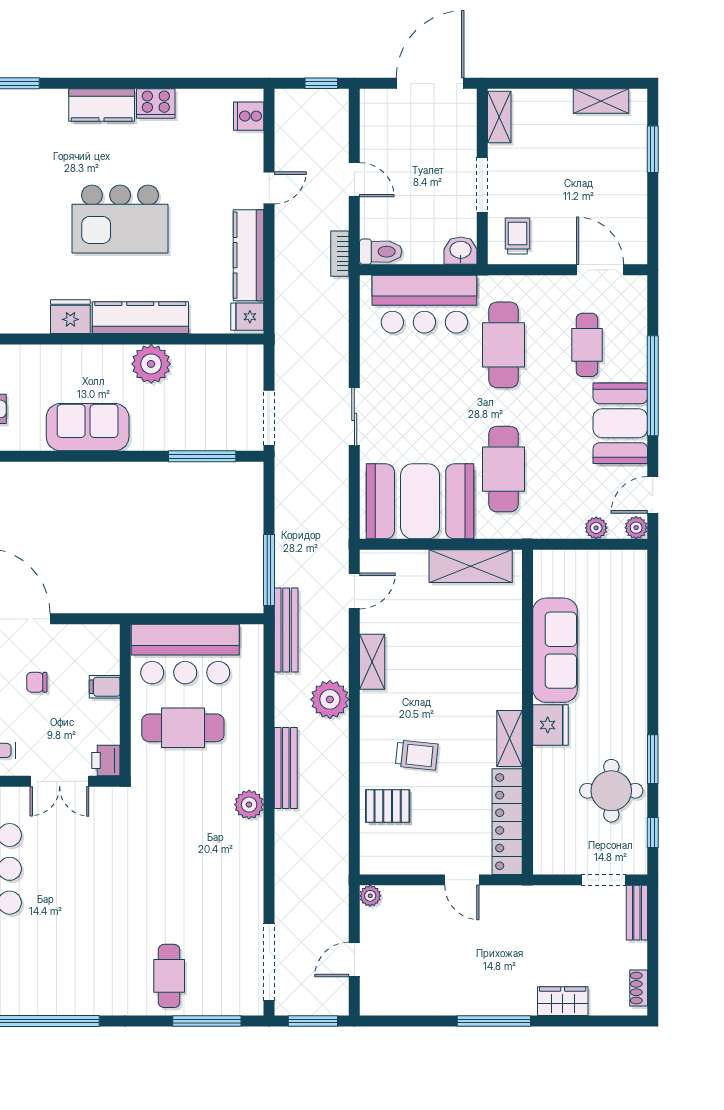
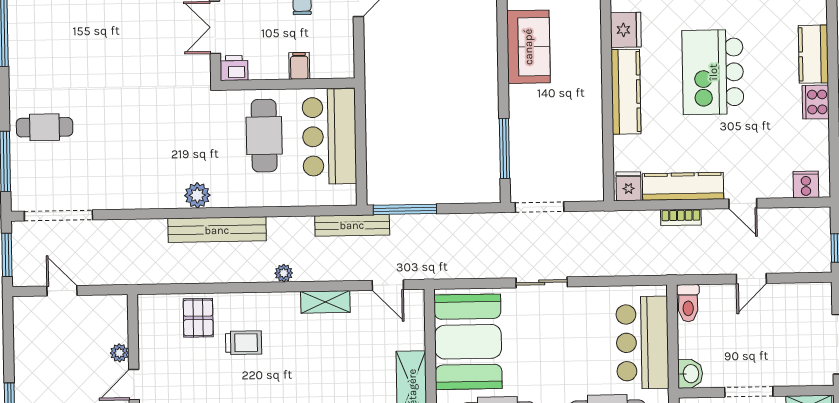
bookcase: (340, 254) -> (681, 217), moved, turned 180
plant: (151, 364) -> (585, 102), removed
plant: (330, 699) -> (284, 273), width x0.53, depth x0.53
trolley: (417, 755) -> (244, 343), turned -96
bench: (286, 768) -> (217, 230), width x1.37, depth x1.21
plant: (370, 896) -> (119, 353), moved

